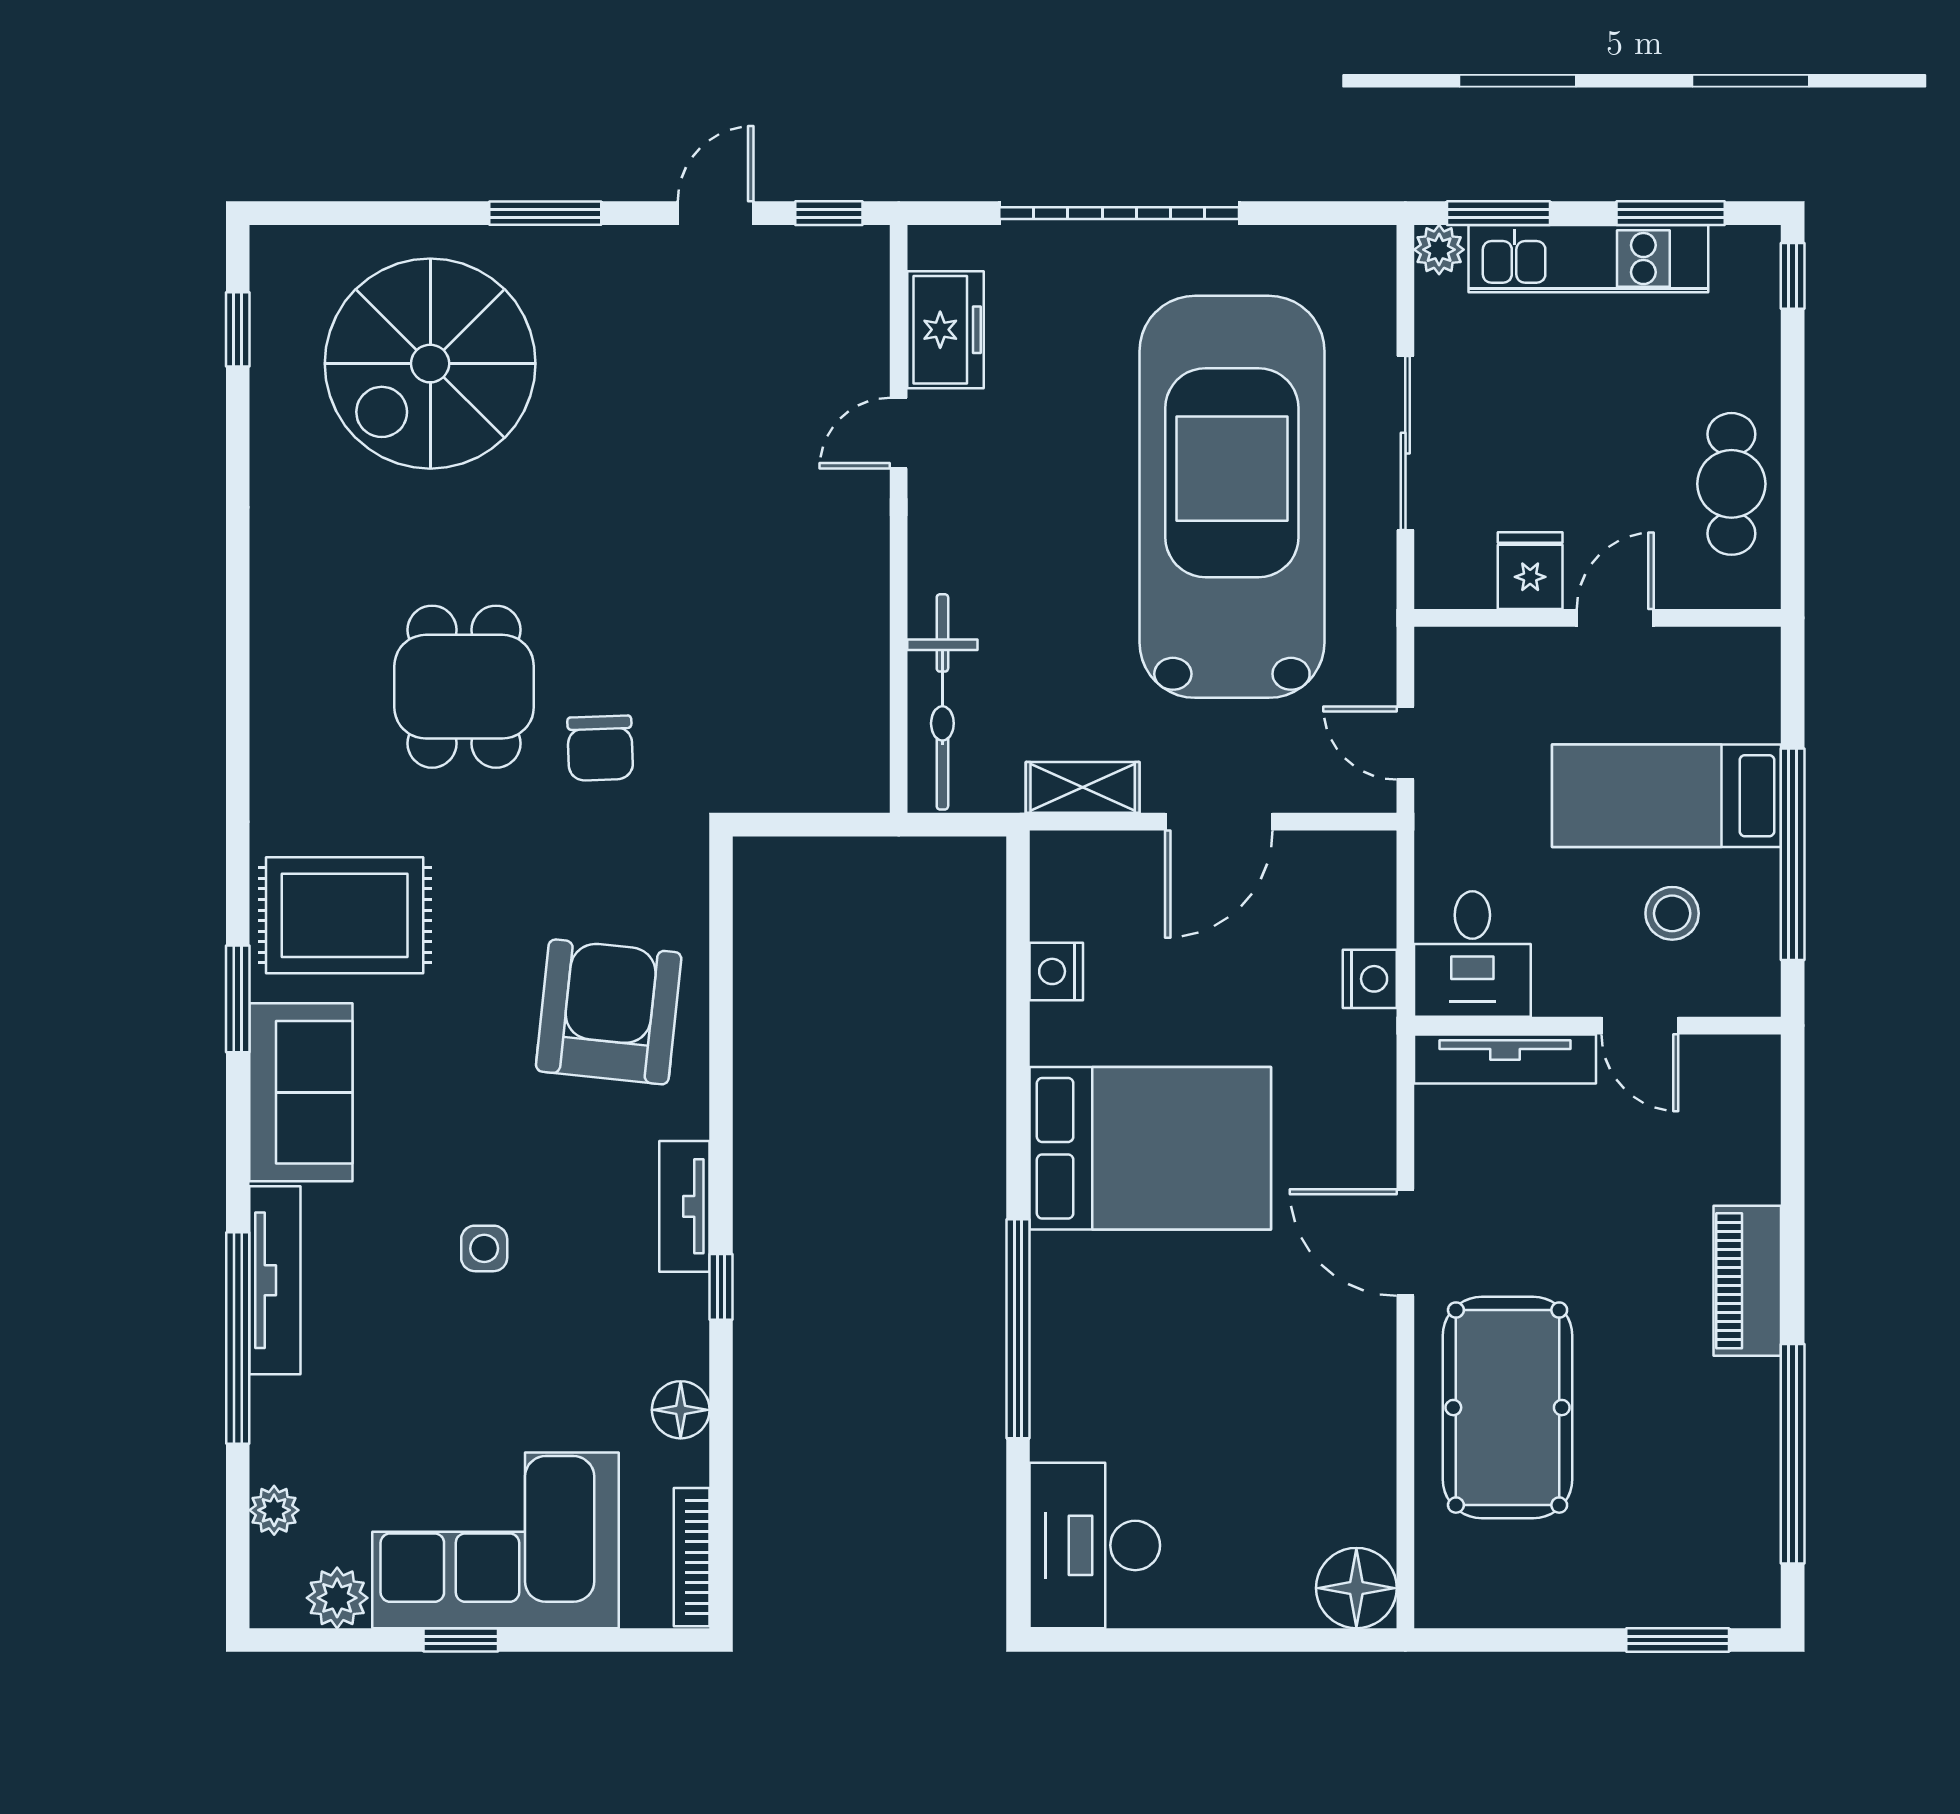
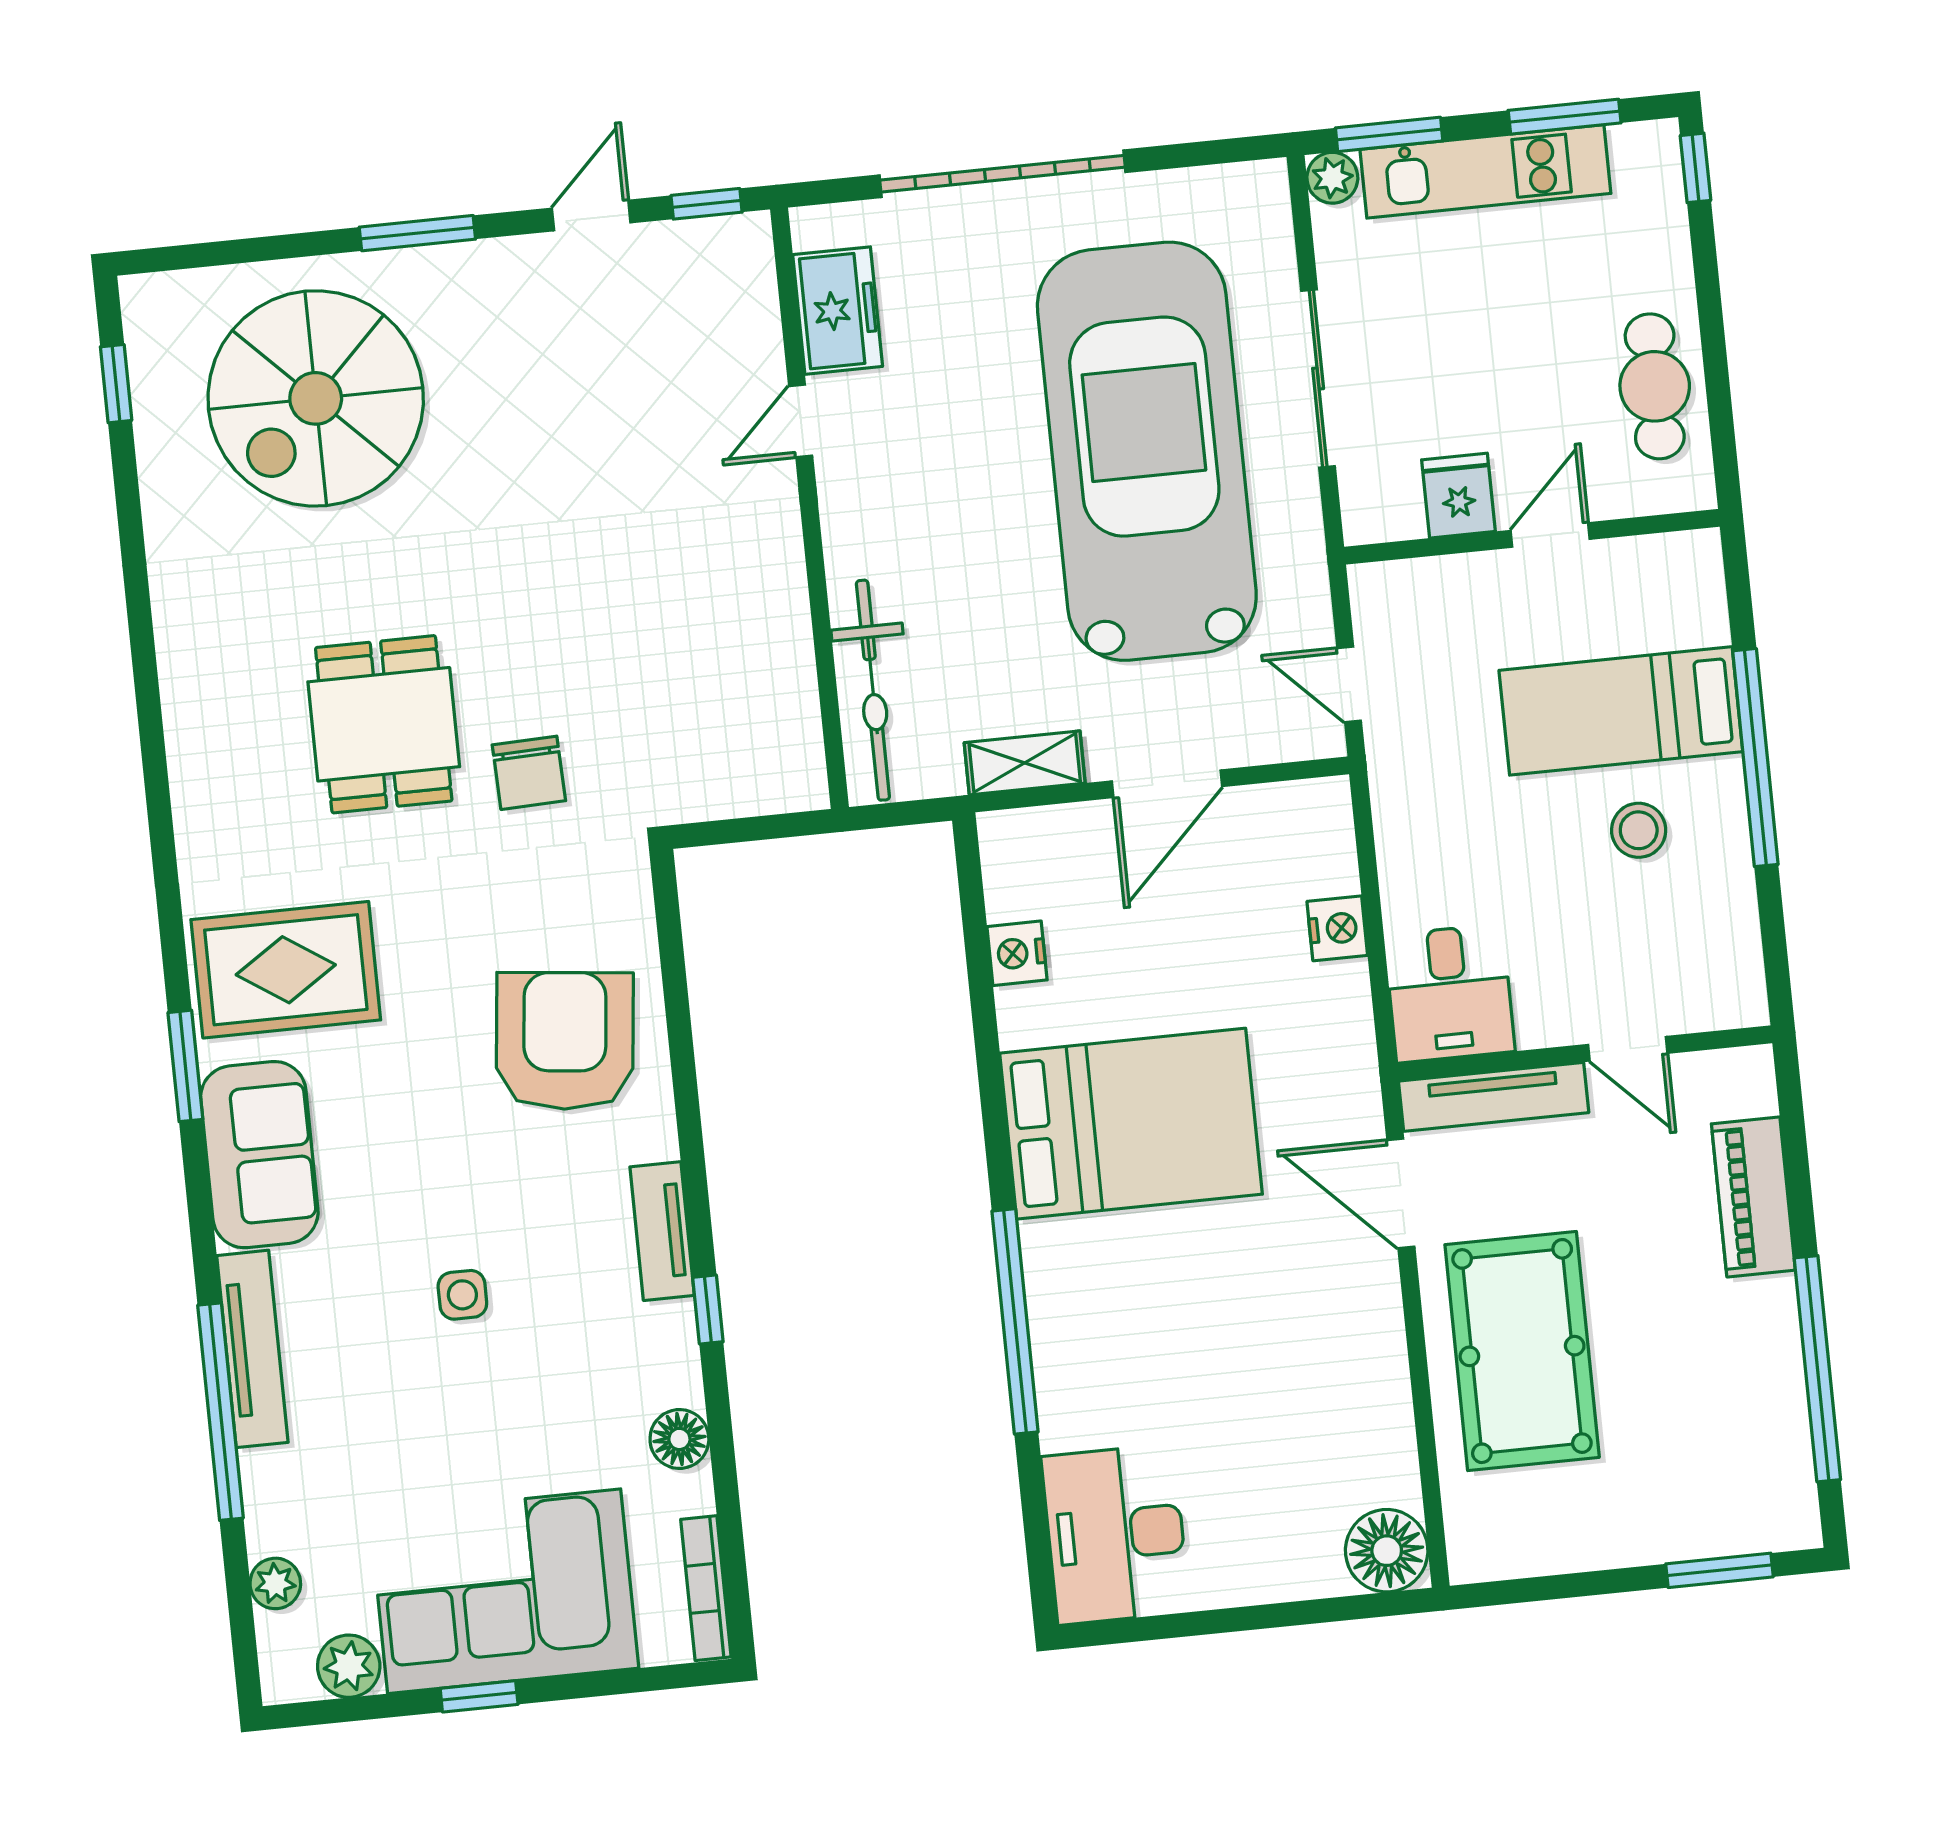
desk: (1472, 954) -> (1449, 993), moved
wall: (1598, 1026) -> (1585, 1053), moved
door: (1640, 1026) -> (1628, 1049), moved
tv unit: (1505, 1059) -> (1494, 1097), moved

